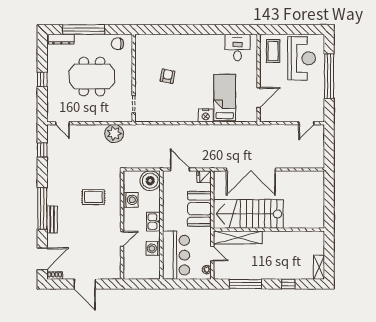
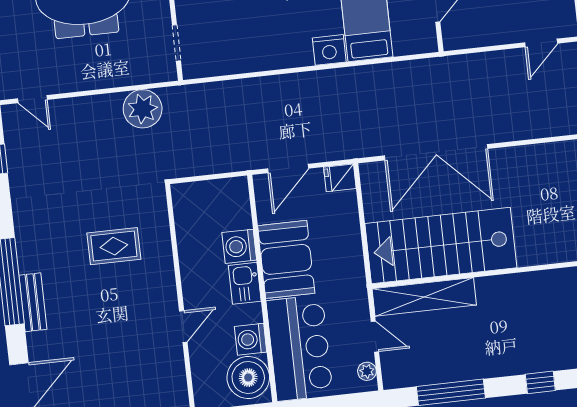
door: (180, 169) -> (288, 169), swing flipped
boiler: (150, 181) -> (248, 378), moved
washing machine: (131, 200) -> (239, 246), moved, turned 180
booth: (199, 209) -> (286, 259), moved

